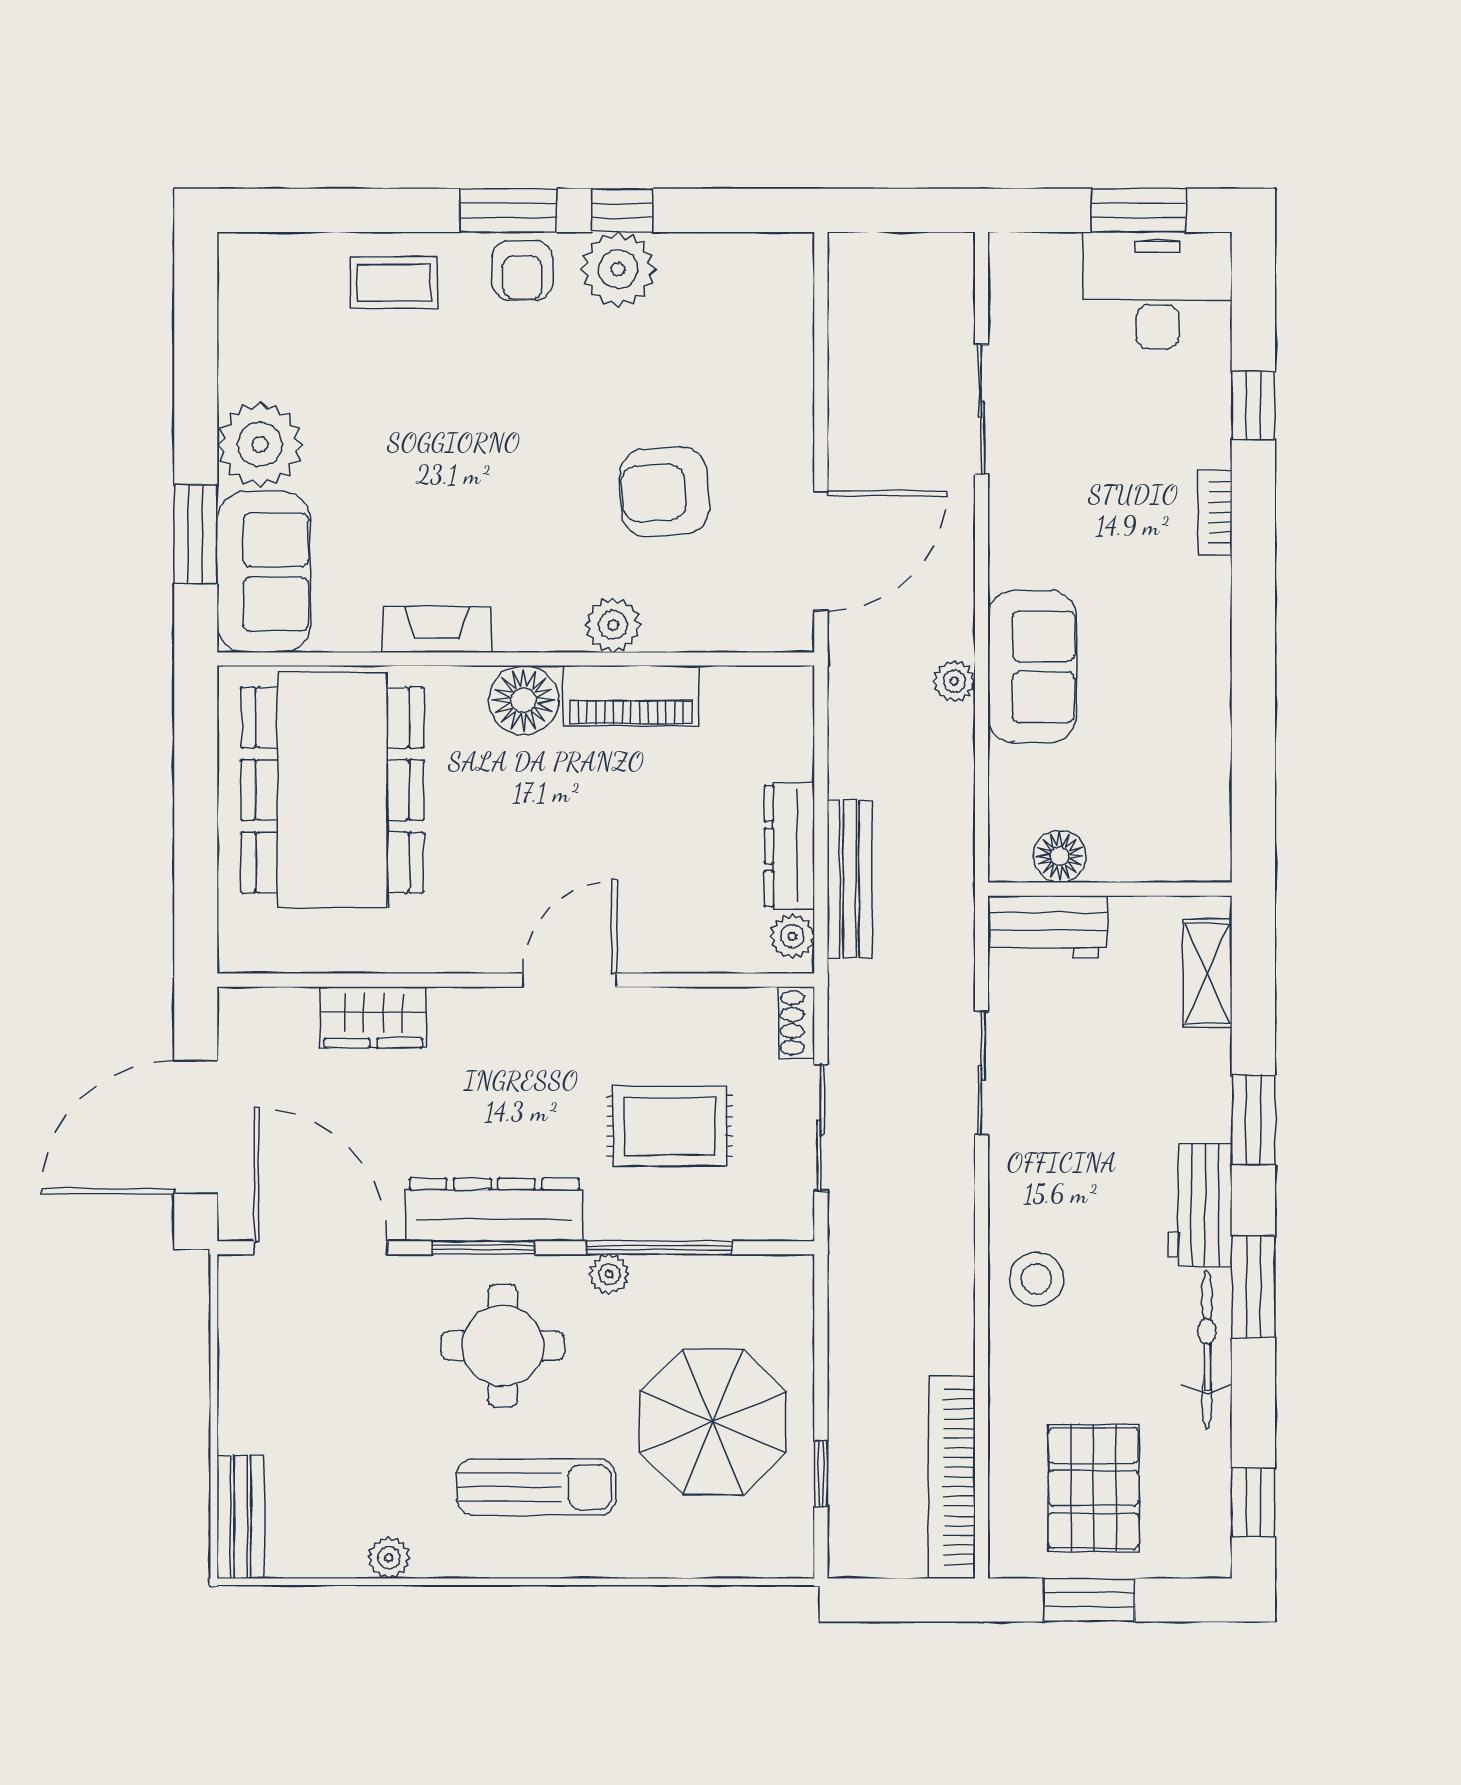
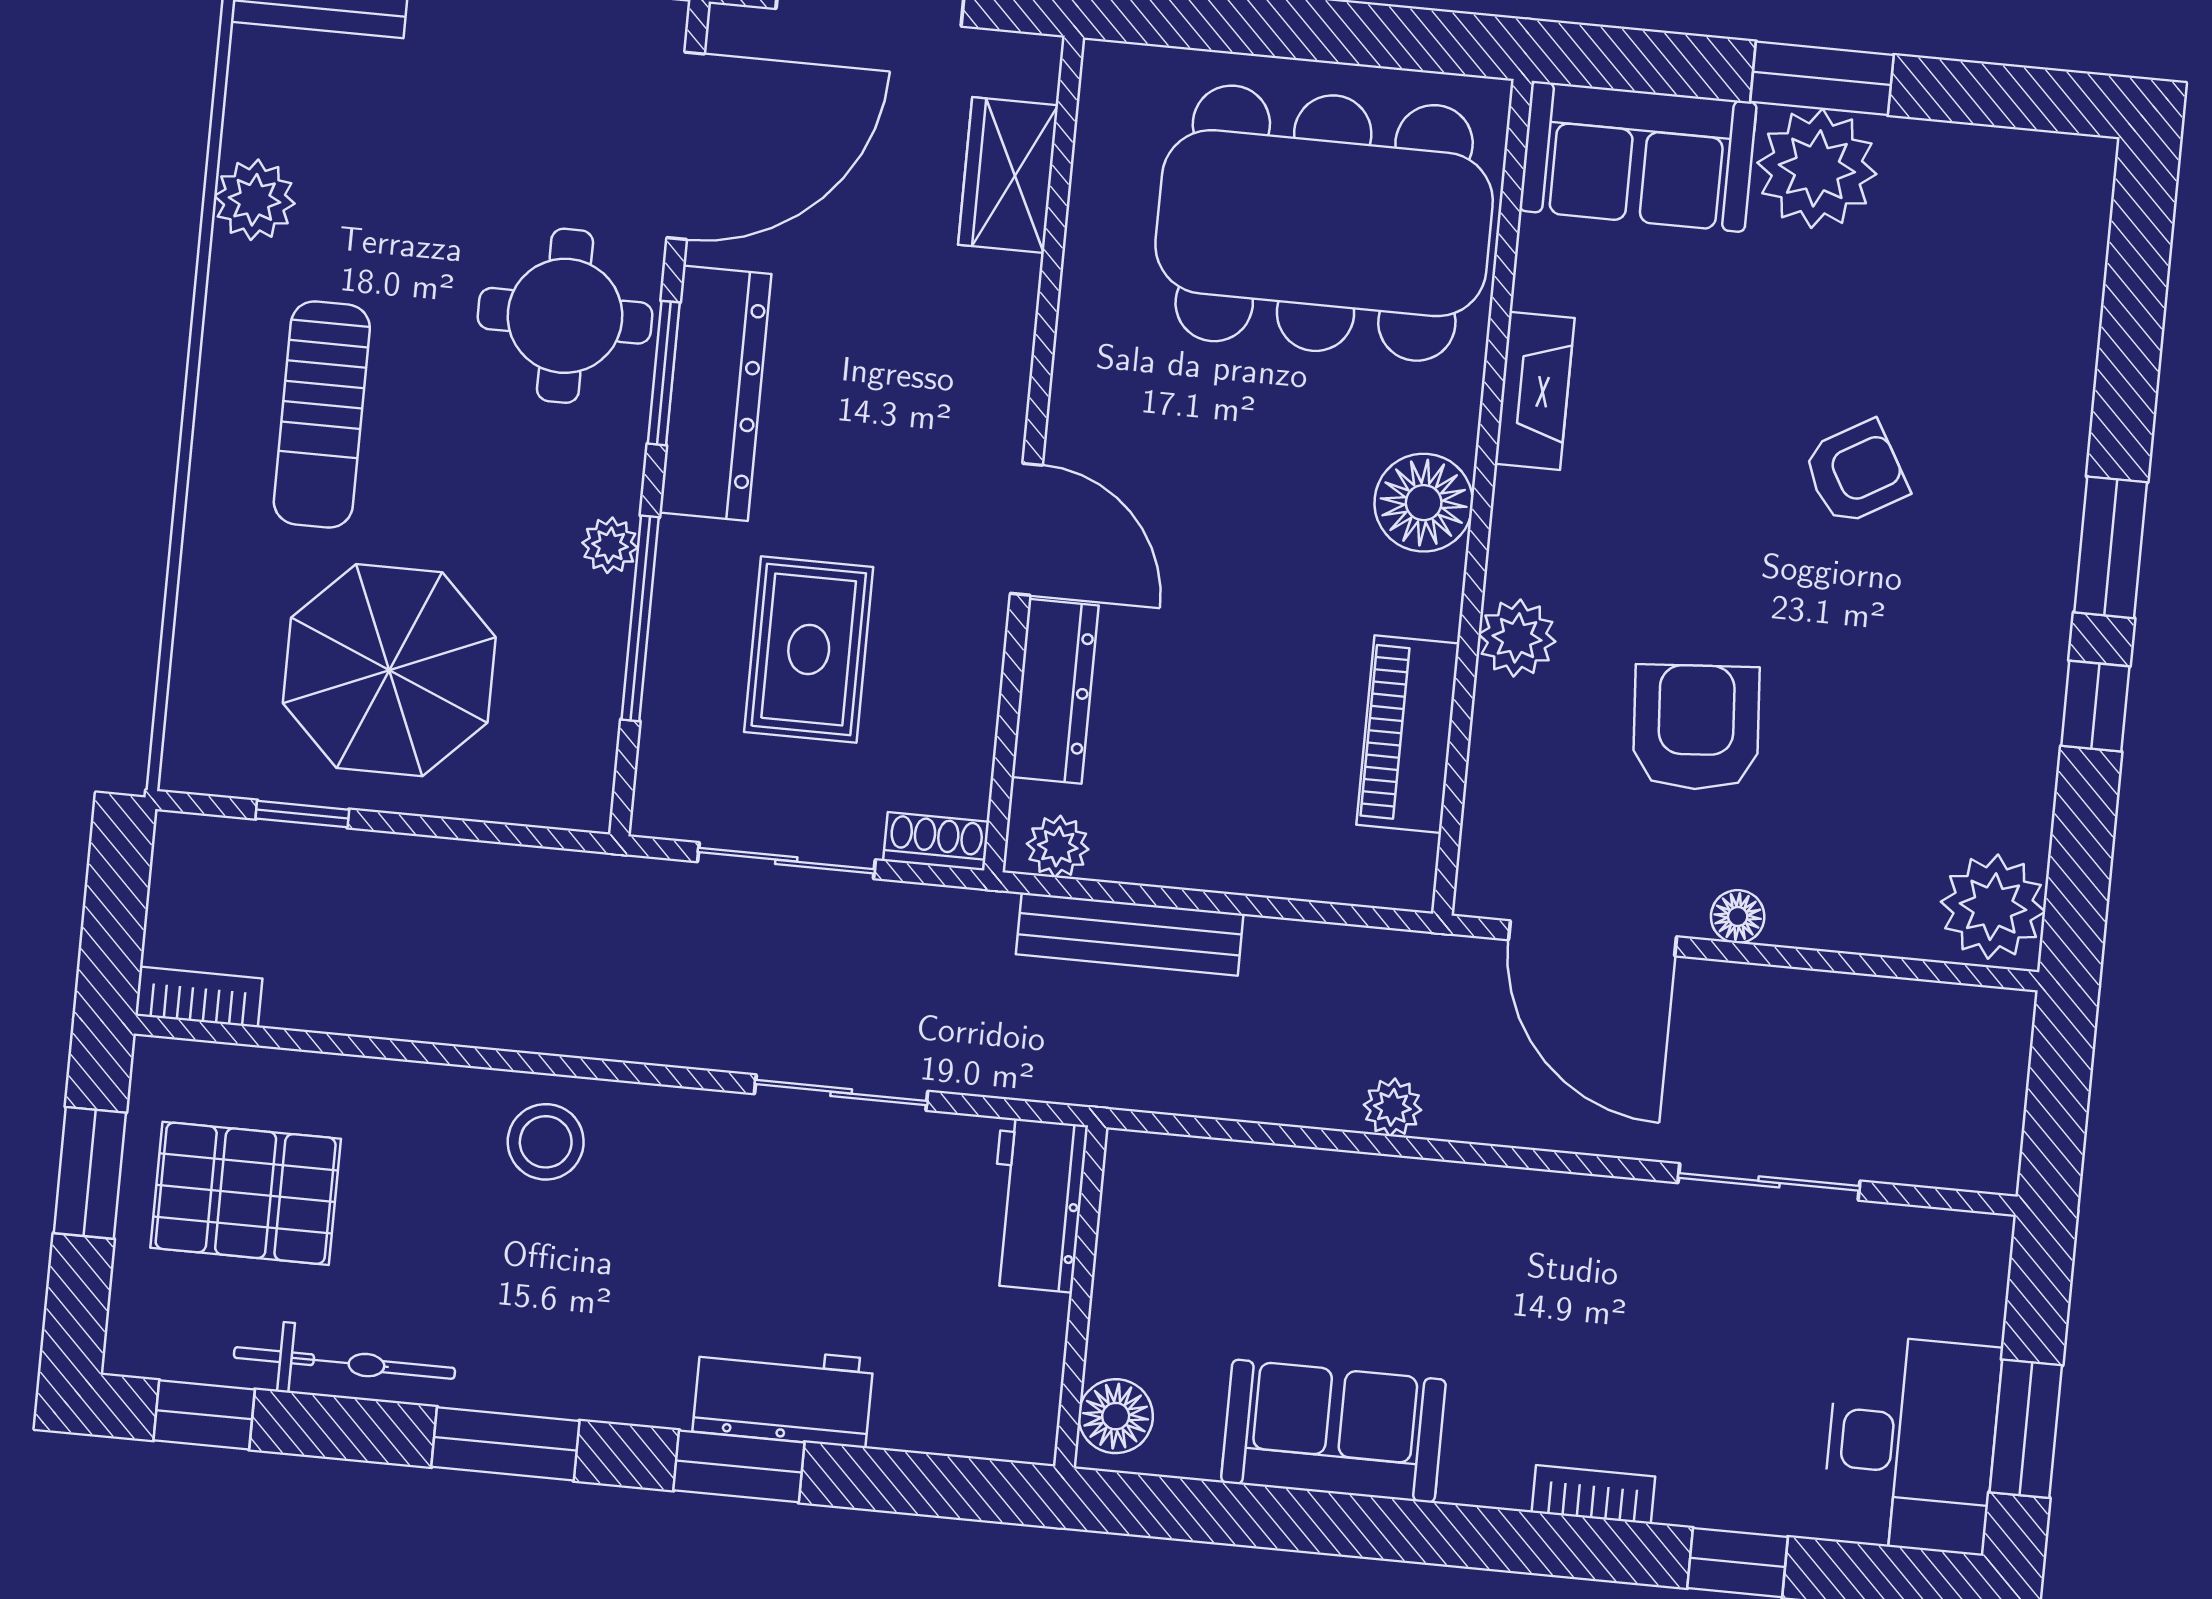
plant: (618, 269) -> (1993, 907), moved
armchair: (522, 271) -> (1855, 473), moved, turned 150
coffee table: (394, 283) -> (2025, 378), removed
floor lamp: (795, 450) -> (1738, 917), added
window: (196, 534) -> (1822, 78), moved
sofa: (1032, 667) -> (1333, 1431), moved, turned 180
piano: (631, 696) -> (1408, 734), moved
dresser: (789, 846) -> (1055, 691), moved, turned 90
floor lamp: (1060, 856) -> (1116, 1416), moved
shelving: (1208, 973) -> (950, 1422), removed
wardrobe: (373, 1017) -> (1008, 175), moved
workbench: (1200, 1205) -> (783, 1395), moved
round table: (503, 1346) -> (565, 316), moved
bicycle: (1207, 1350) -> (344, 1363), moved
bookcase: (952, 1477) -> (199, 997), width x0.43, depth x0.76
plant: (389, 1558) -> (254, 200), width x1.38, depth x1.38

